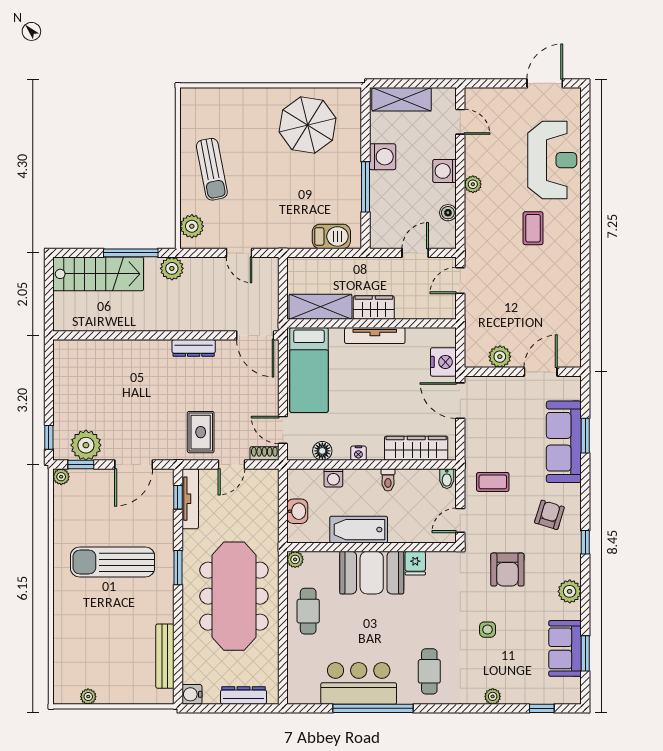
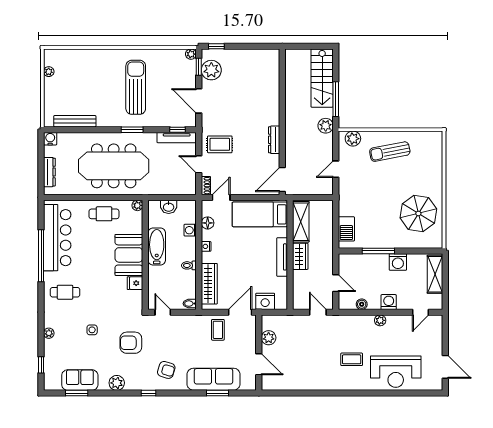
coffee table: (493, 482) -> (218, 330), moved
bar counter: (359, 683) -> (57, 238), width x1.36

